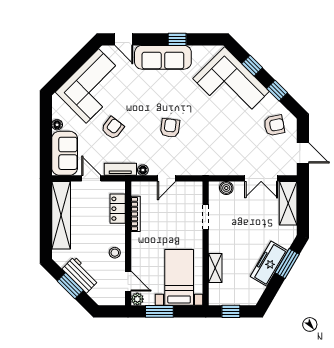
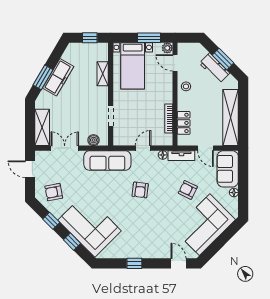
sofa: (163, 57) -> (107, 161), moved, turned 180
armchair: (113, 128) -> (188, 190), turned 78

